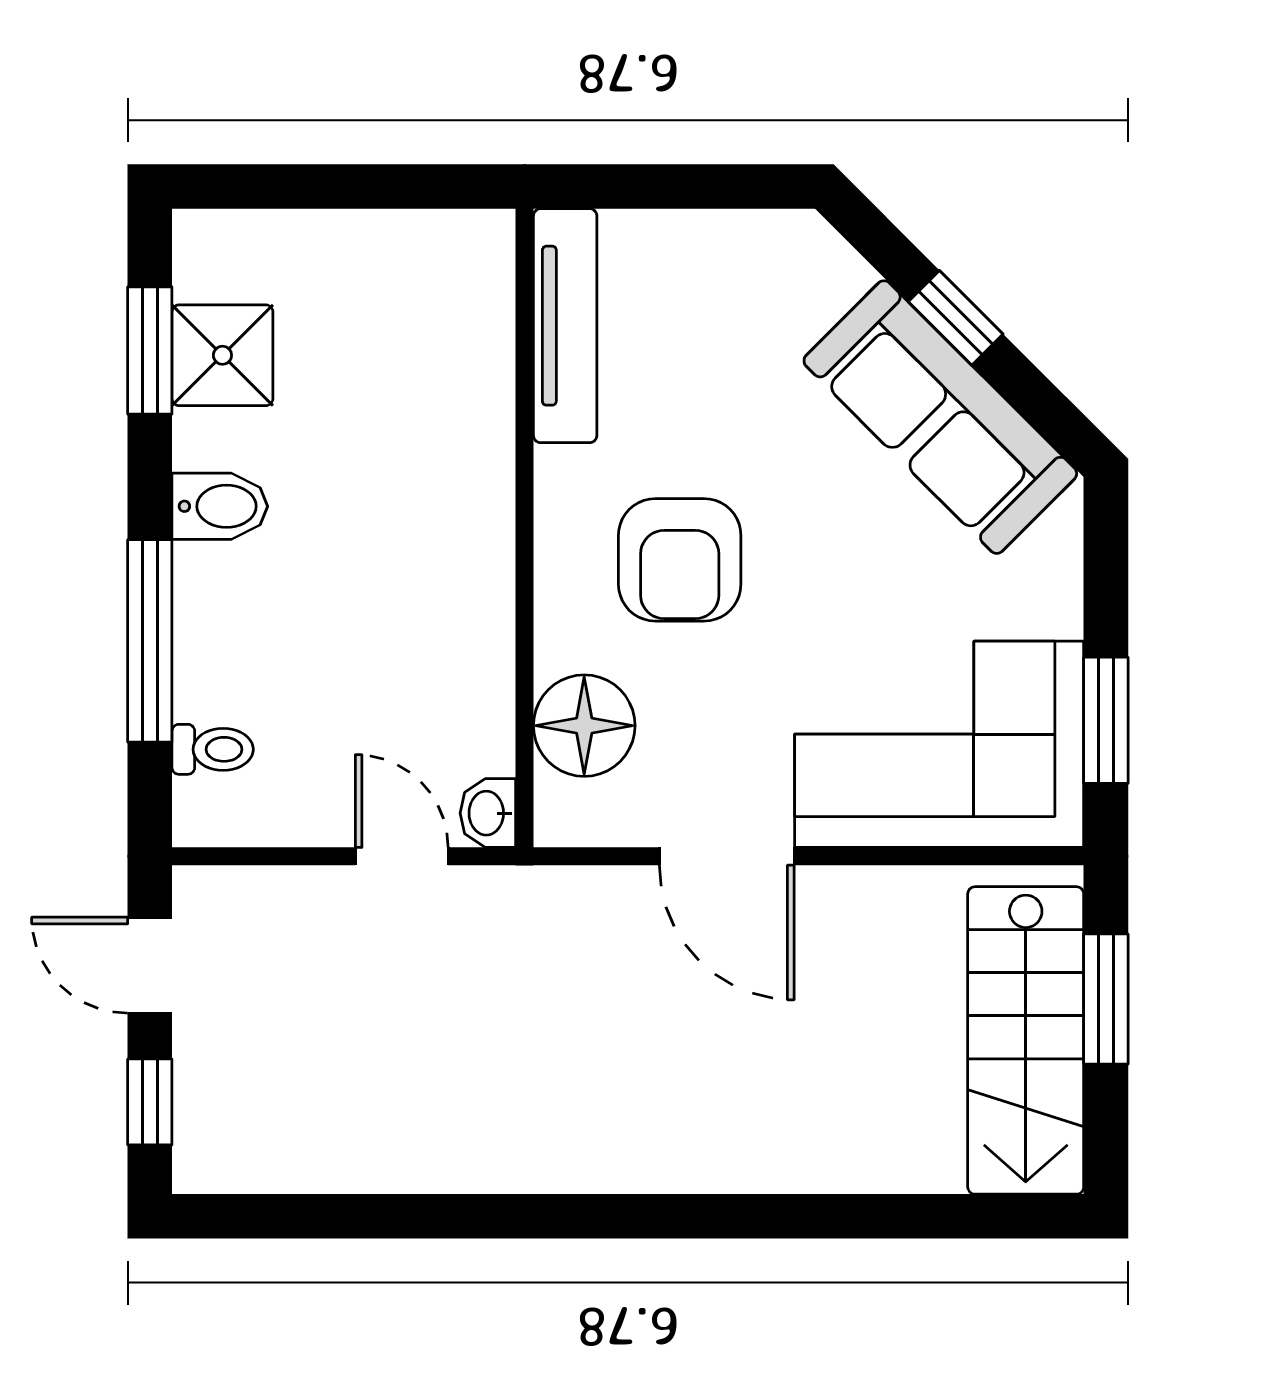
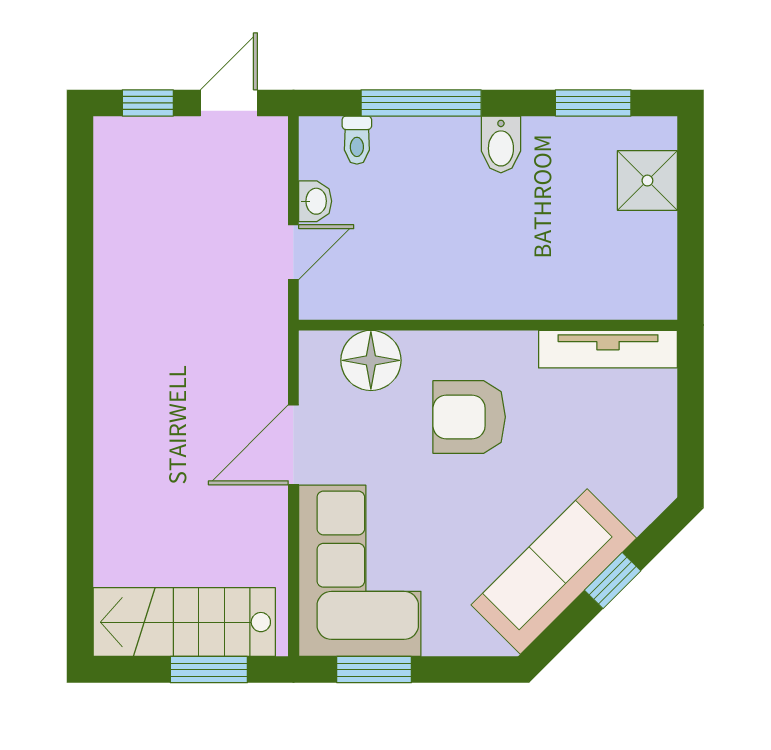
shower: (222, 355) -> (647, 181), moved
washbasin: (488, 813) -> (315, 201), moved, turned 90

